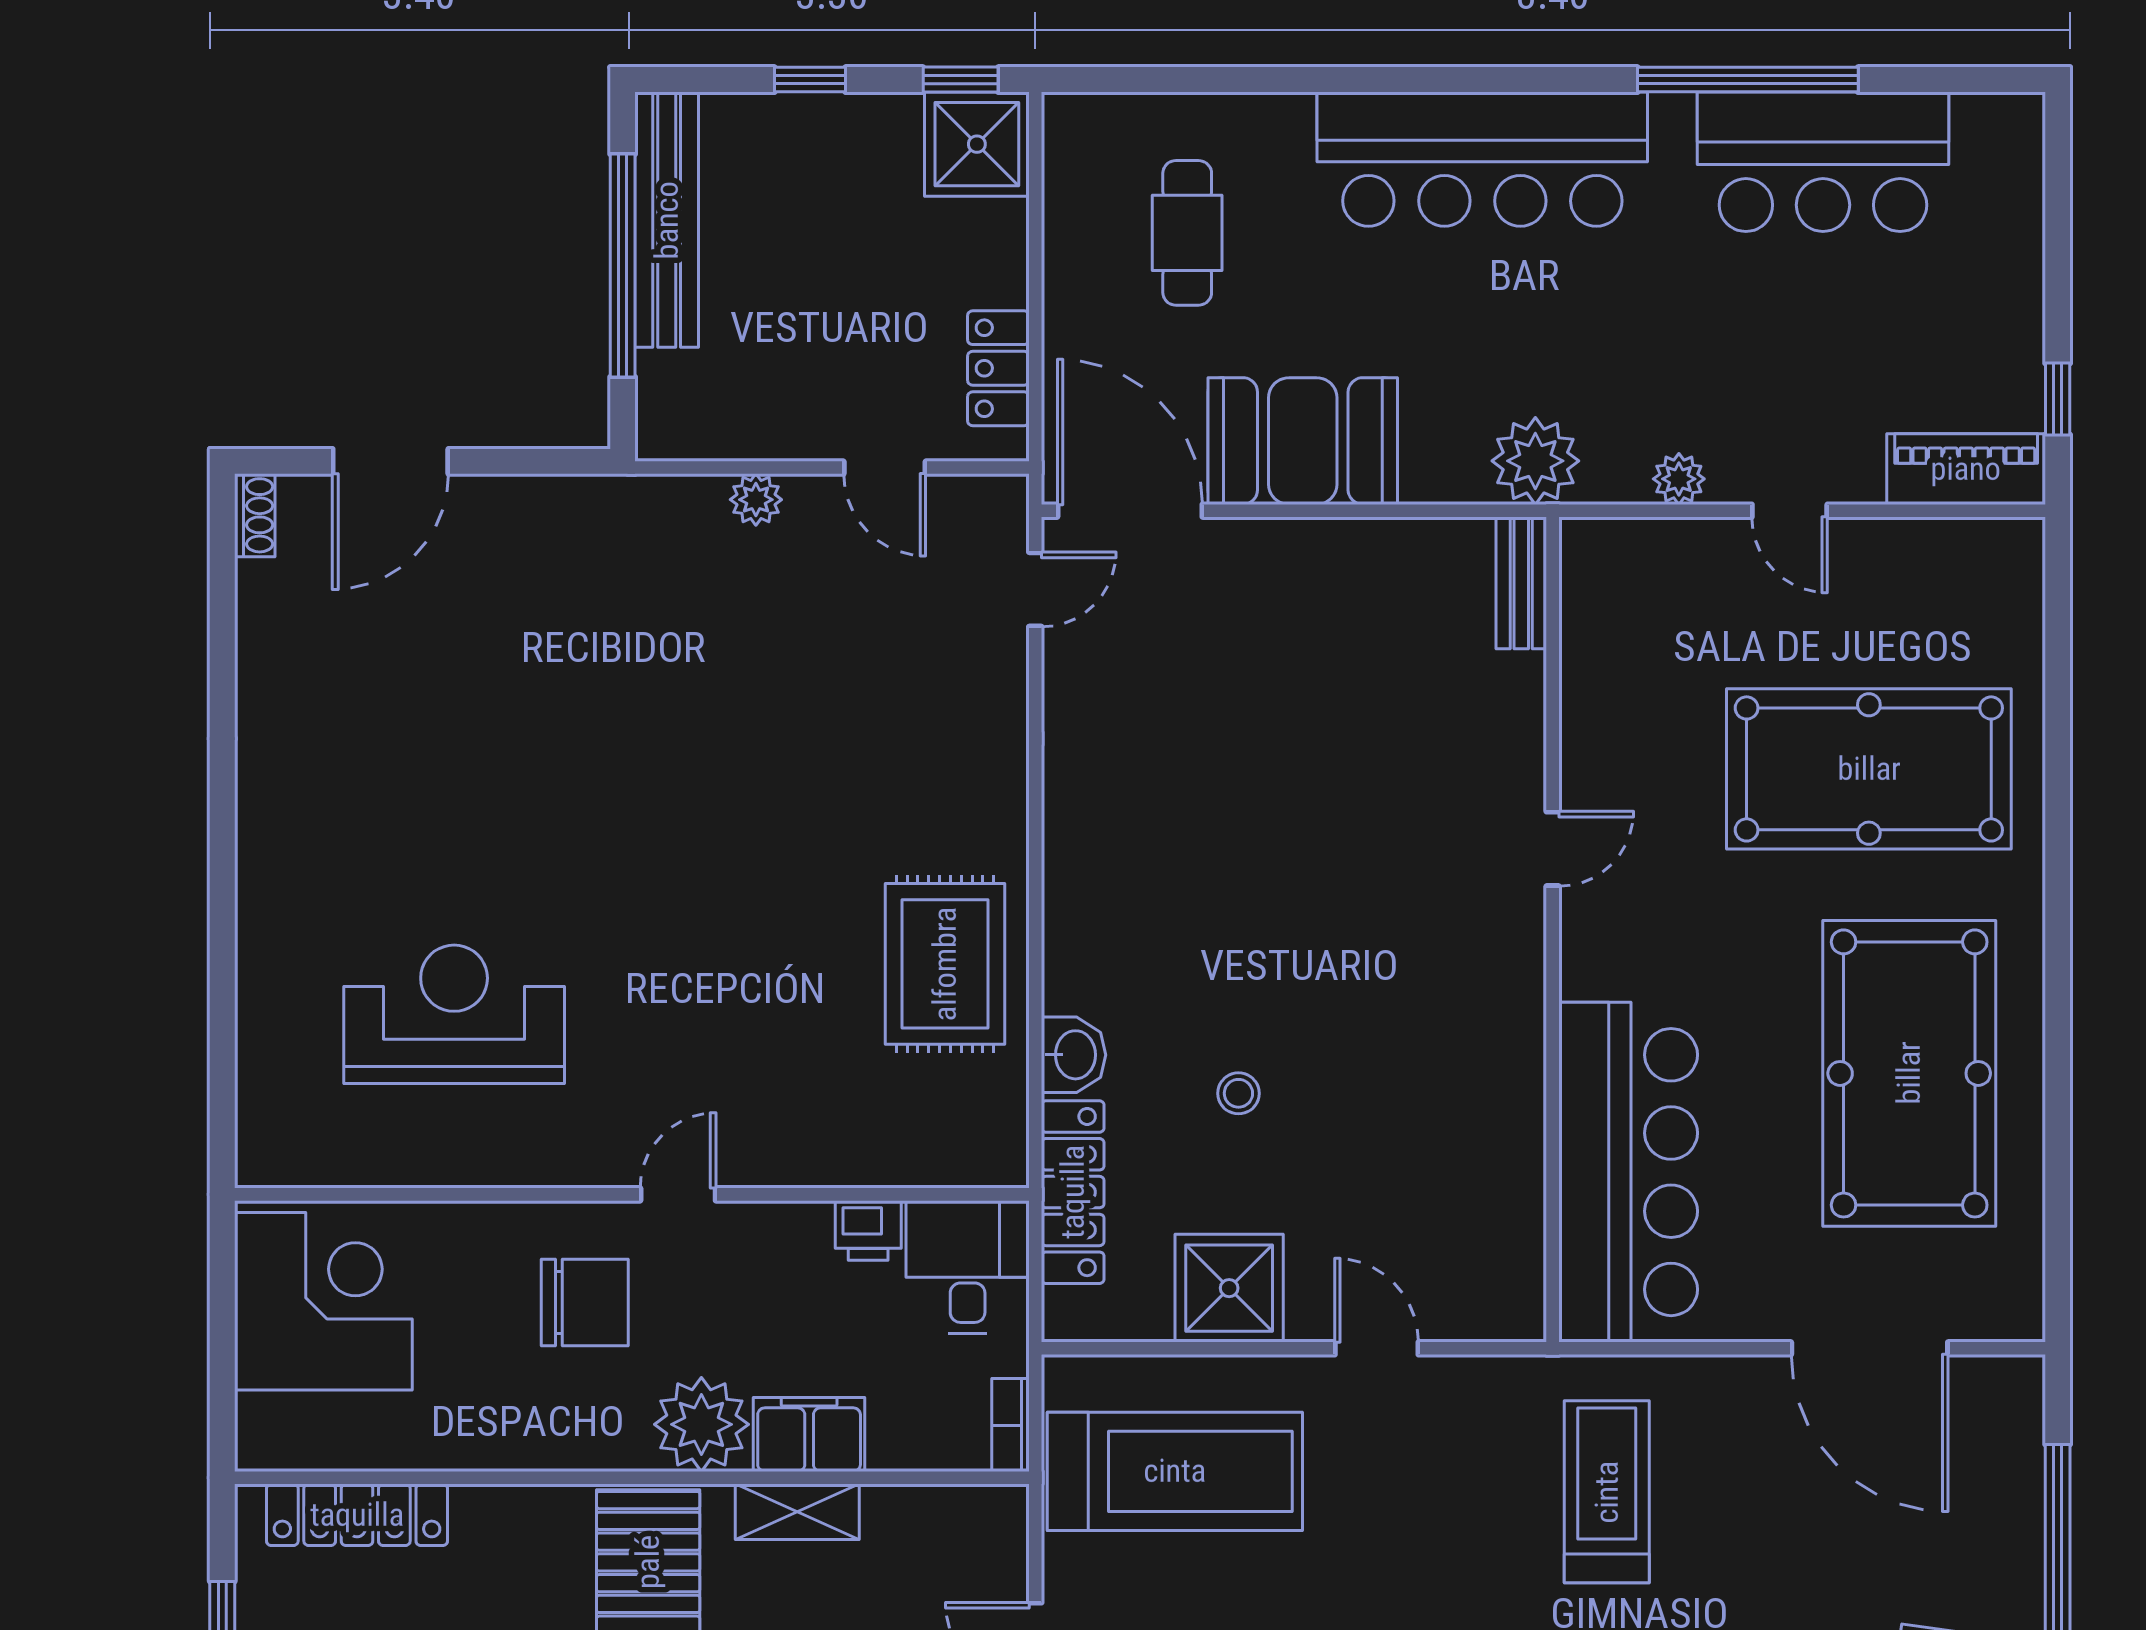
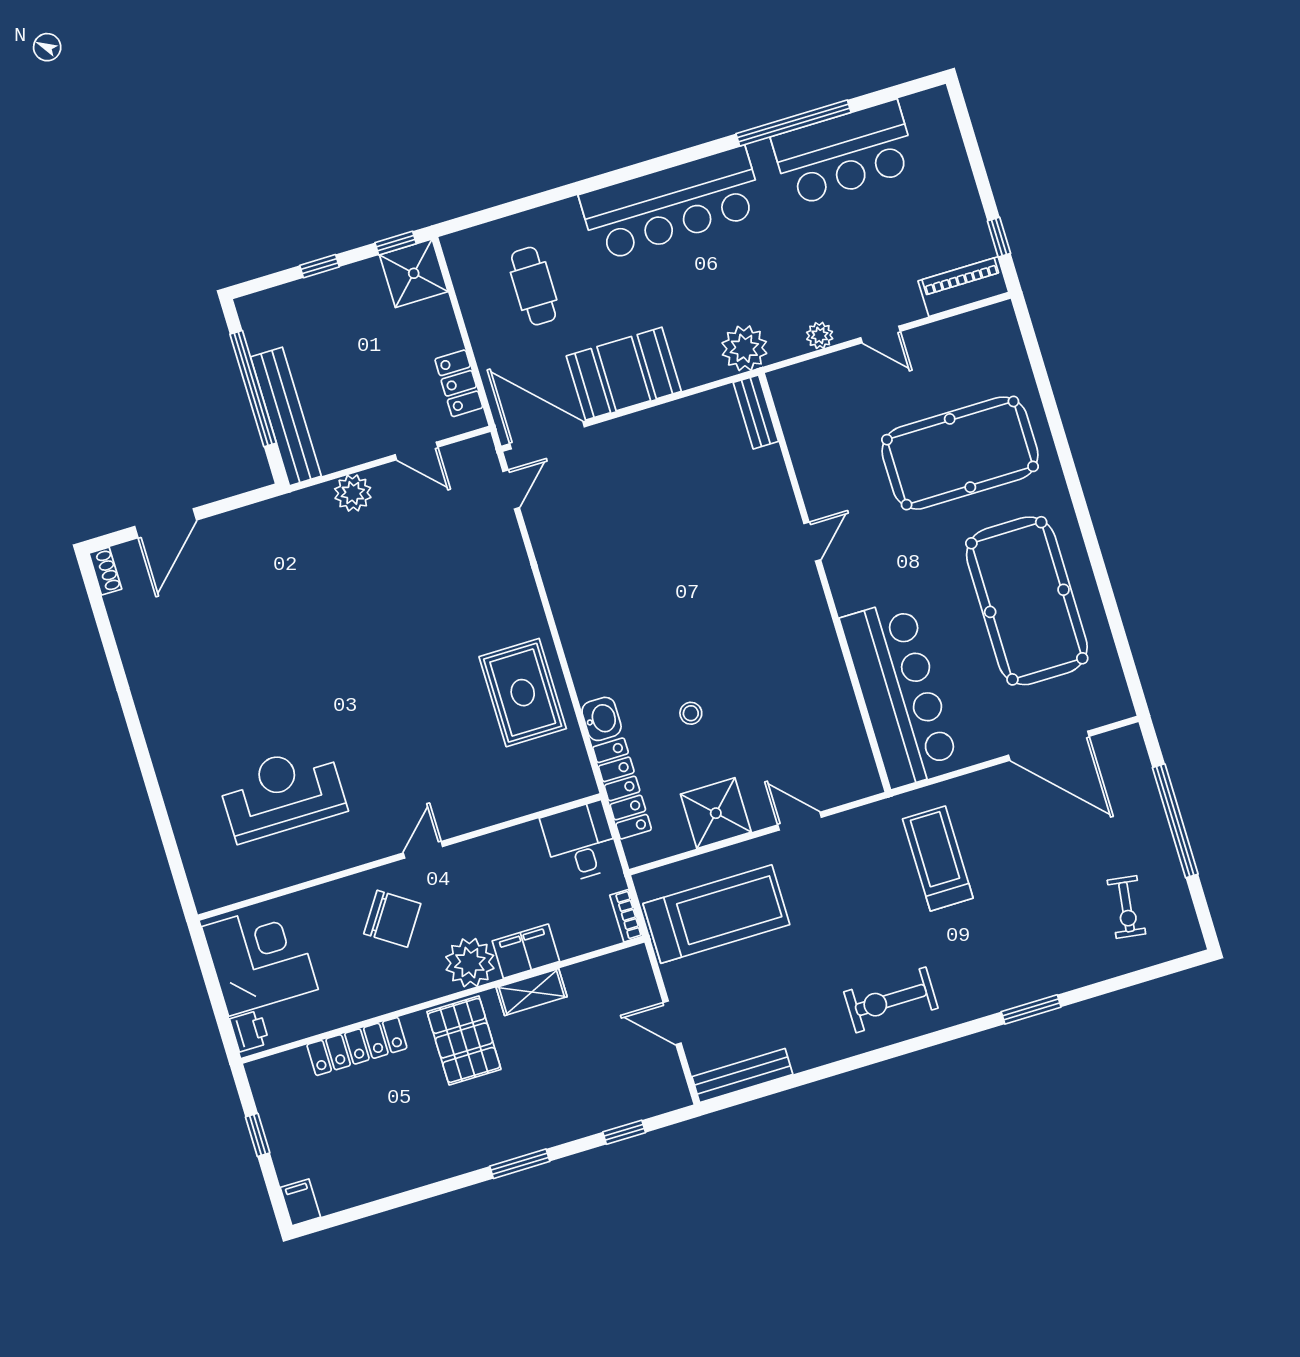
bench: (667, 220) -> (286, 416), moved
plant: (756, 500) -> (353, 493), width x1.38, depth x1.38
printer: (868, 1230) -> (249, 1031), moved, turned -90
chair: (585, 1302) -> (392, 919), turned 34
locker: (357, 1515) -> (357, 1046), moved

